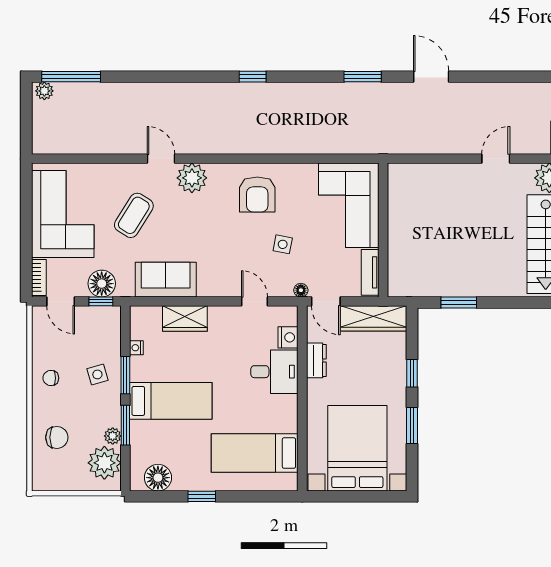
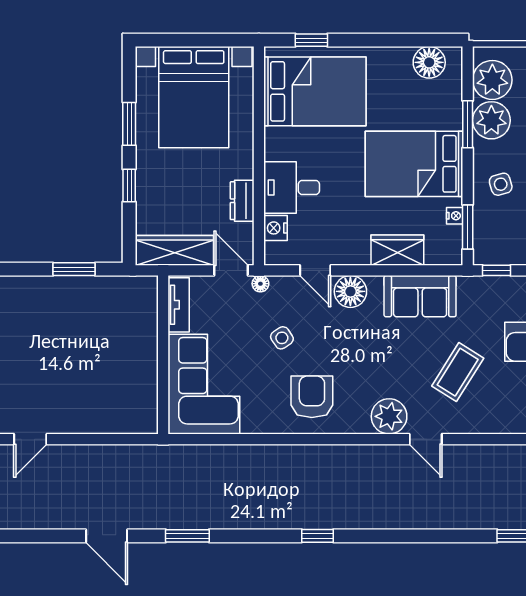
side table: (283, 244) -> (282, 338), turned 45
floor lamp: (102, 284) -> (350, 291), moved
window: (125, 375) -> (468, 227), moved
bed: (171, 401) -> (414, 164), width x1.50
plant: (113, 436) -> (491, 120), width x1.87, depth x1.87
bed: (255, 453) -> (315, 91), width x1.50
window: (202, 496) -> (311, 40), moved

